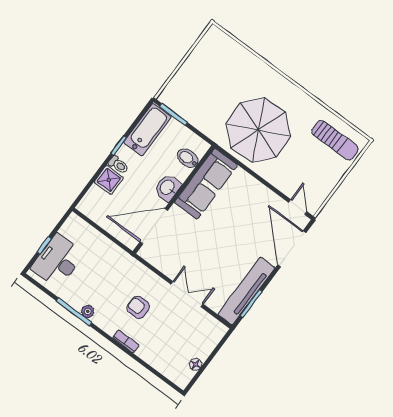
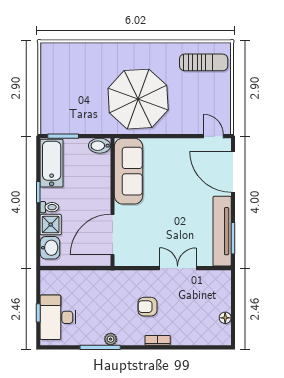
bidet: (188, 158) -> (100, 146), moved
washbasin: (168, 188) -> (50, 248), moved, turned 180

